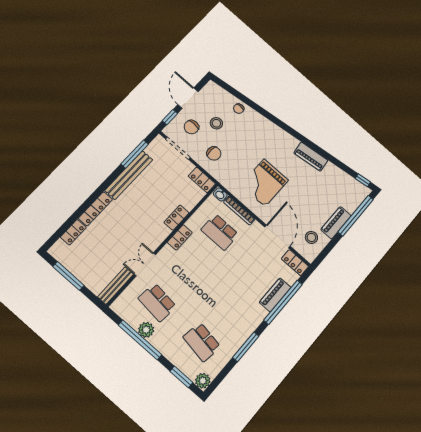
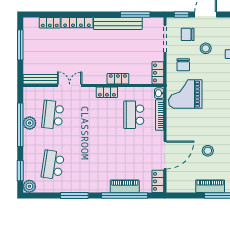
grand piano: (264, 183) -> (185, 94), moved
stool: (311, 237) -> (208, 151), moved

